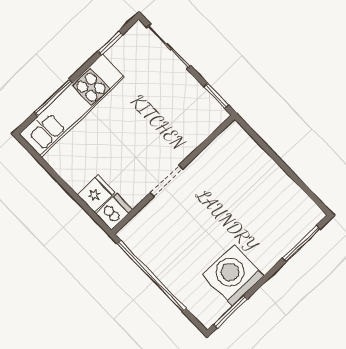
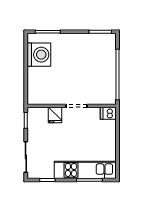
fridge: (96, 193) -> (55, 115), moved, turned -90
washing machine: (233, 275) -> (39, 55), moved, turned -90

